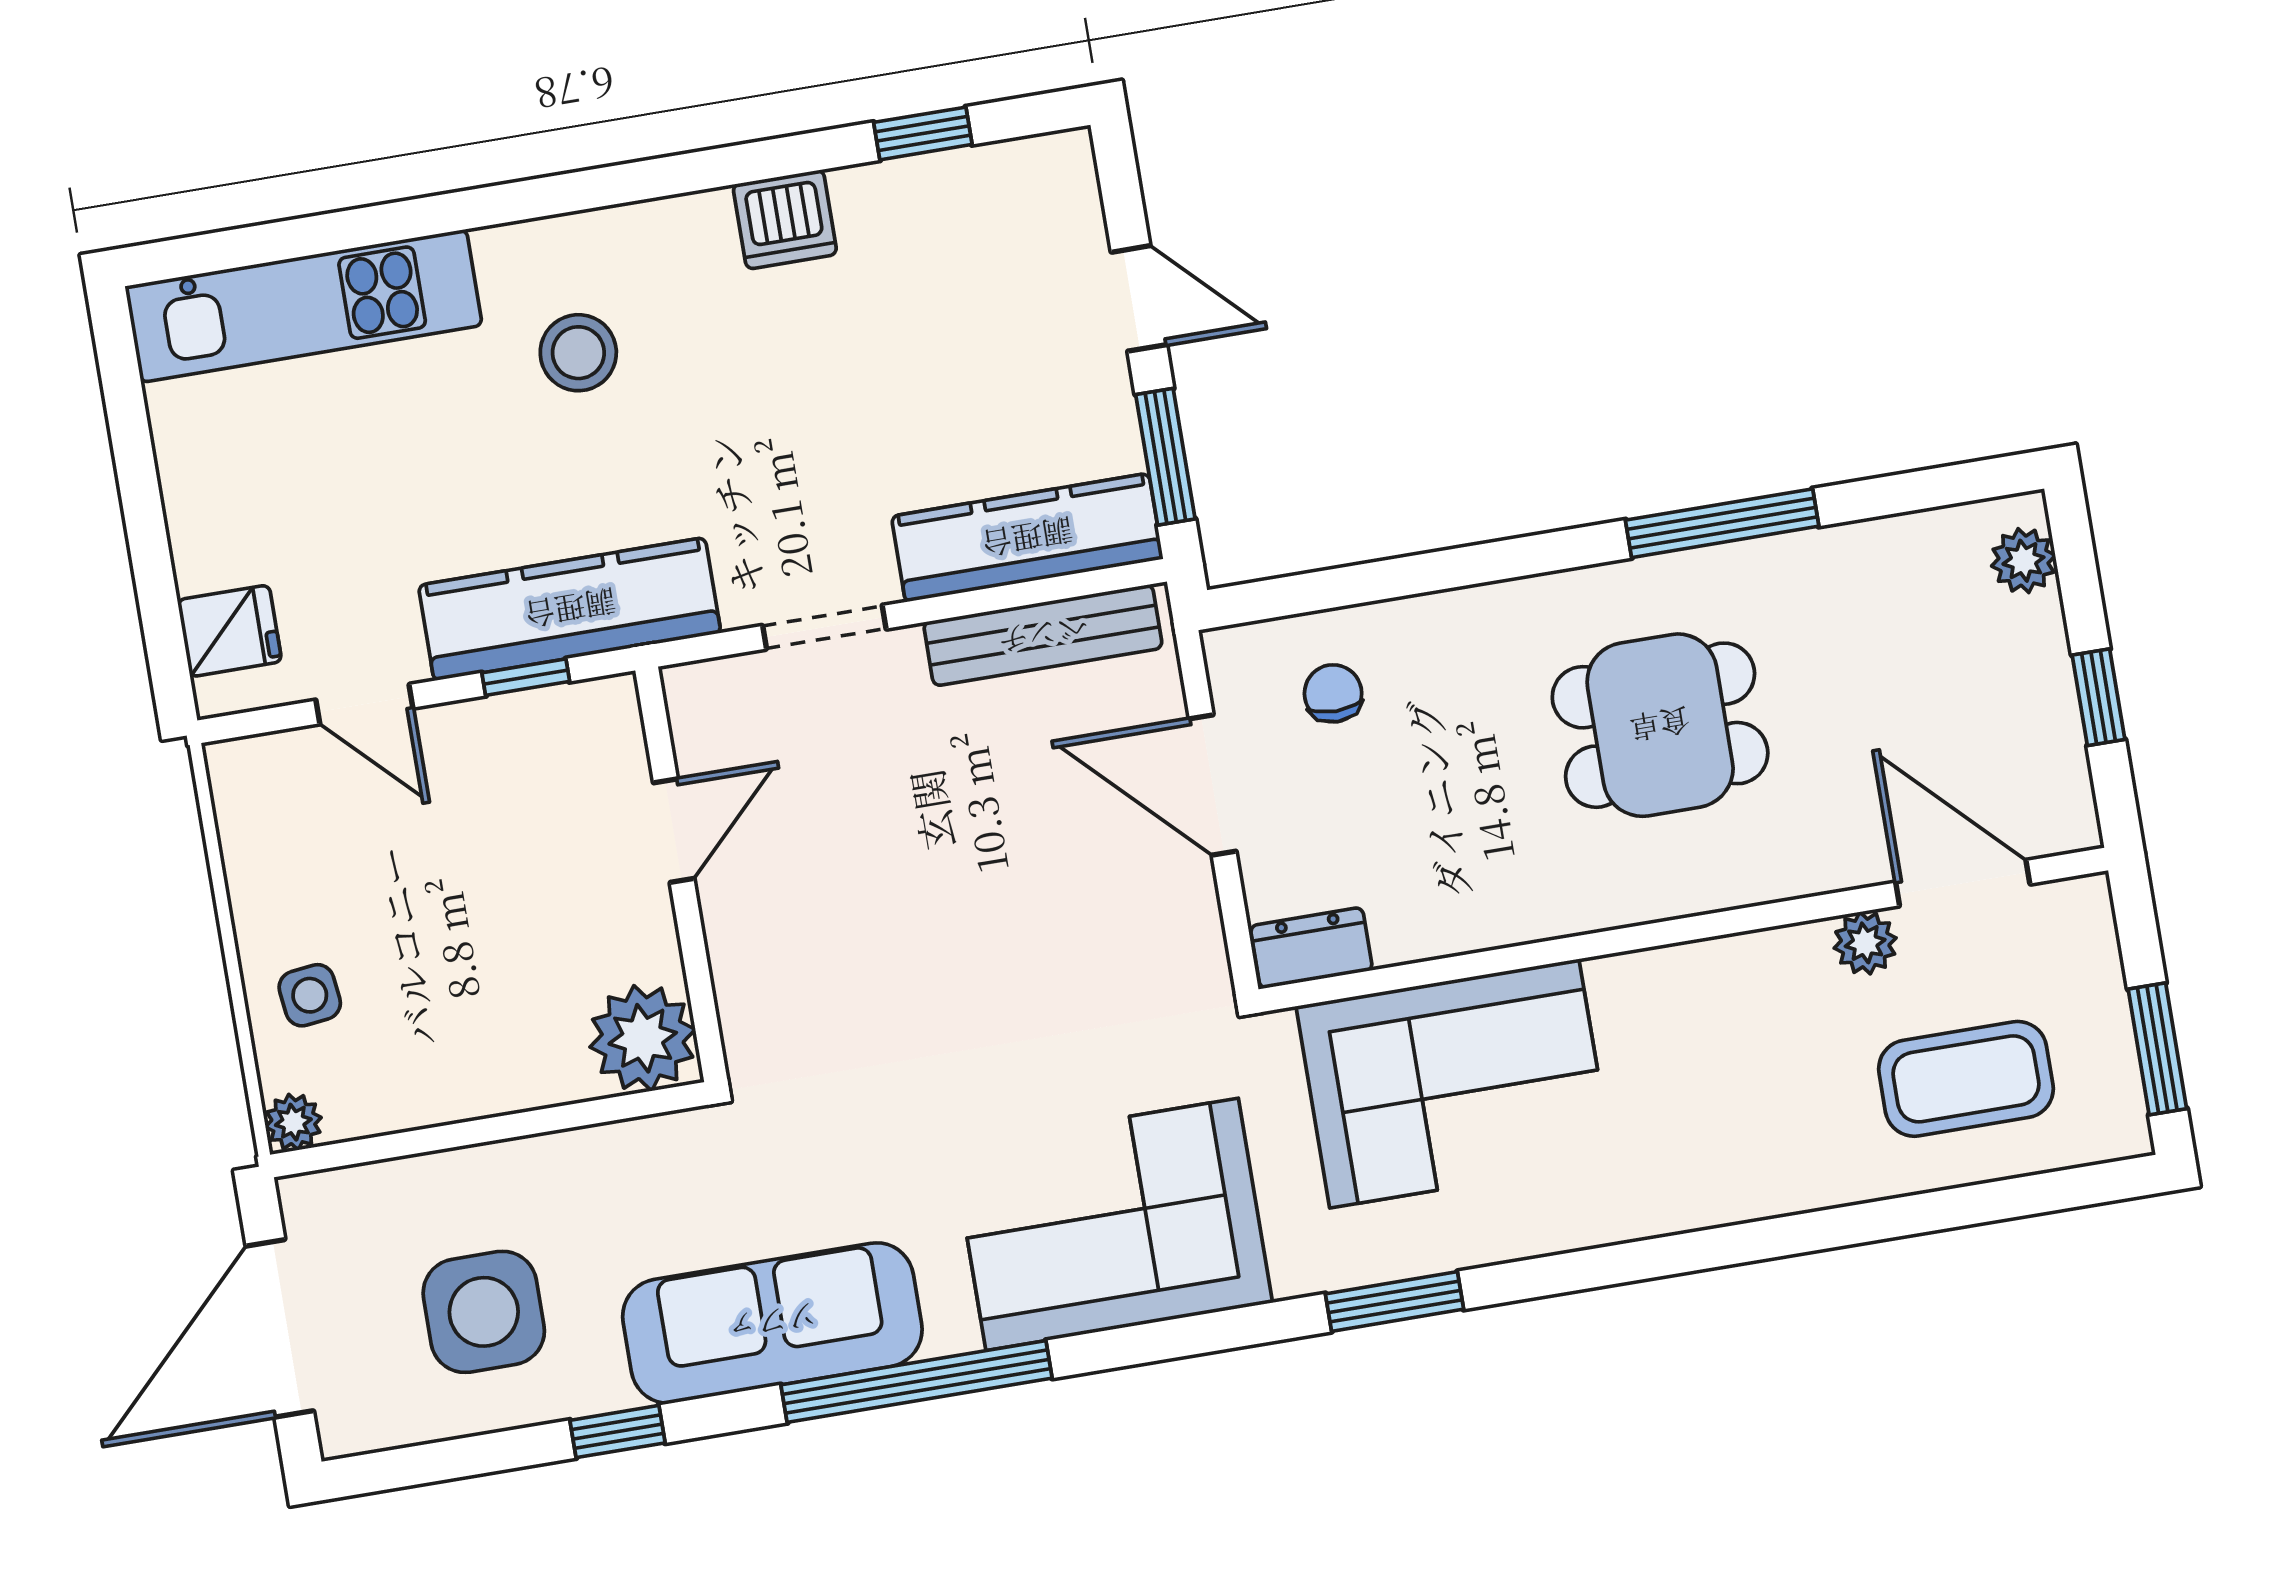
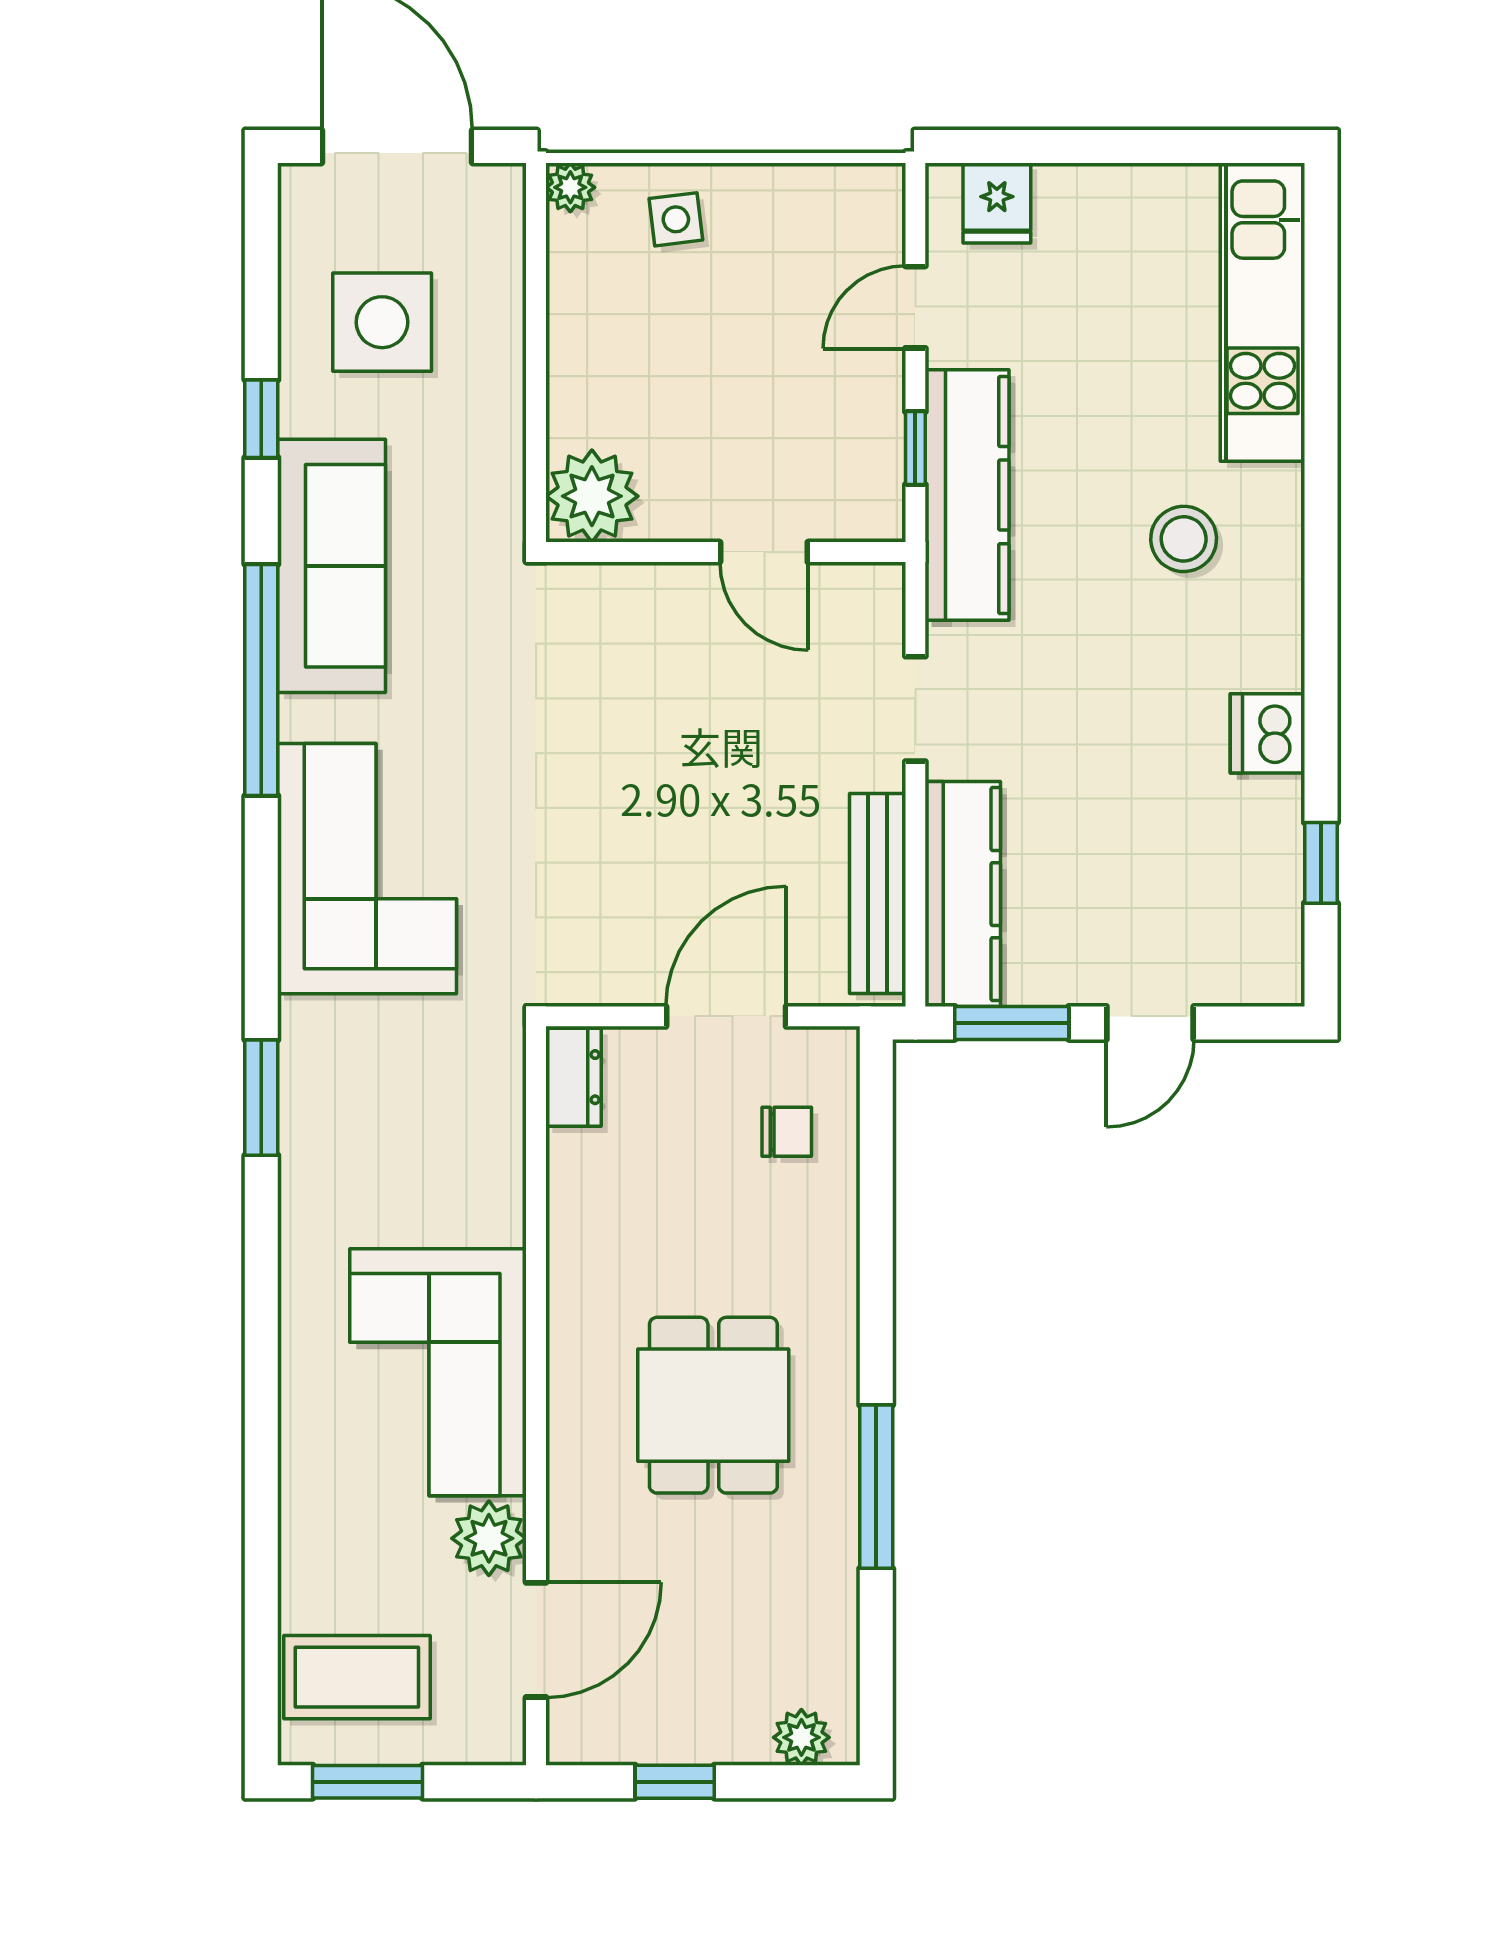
plant: (1865, 943) -> (489, 1538), width x1.38, depth x1.38
coffee table: (1966, 1079) -> (357, 1677), moved, turned 90
corner sofa: (1454, 1084) -> (438, 1372), moved

